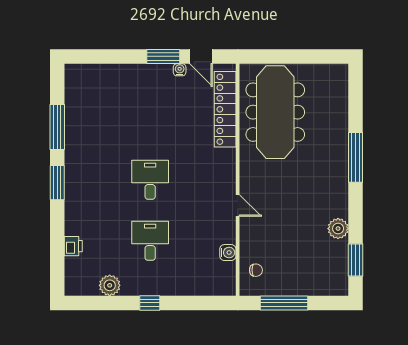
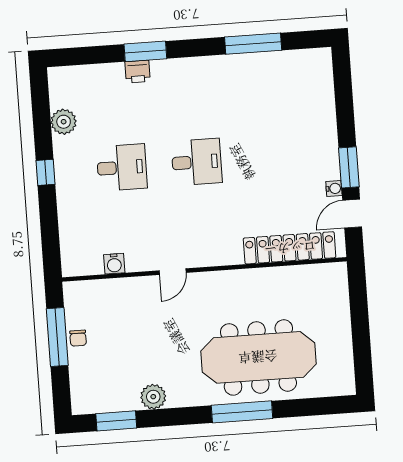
meeting table: (275, 112) -> (258, 357), moved
window: (57, 183) -> (145, 51), moved
printer: (73, 246) -> (138, 72), moved
chair: (256, 270) -> (78, 338), moved

